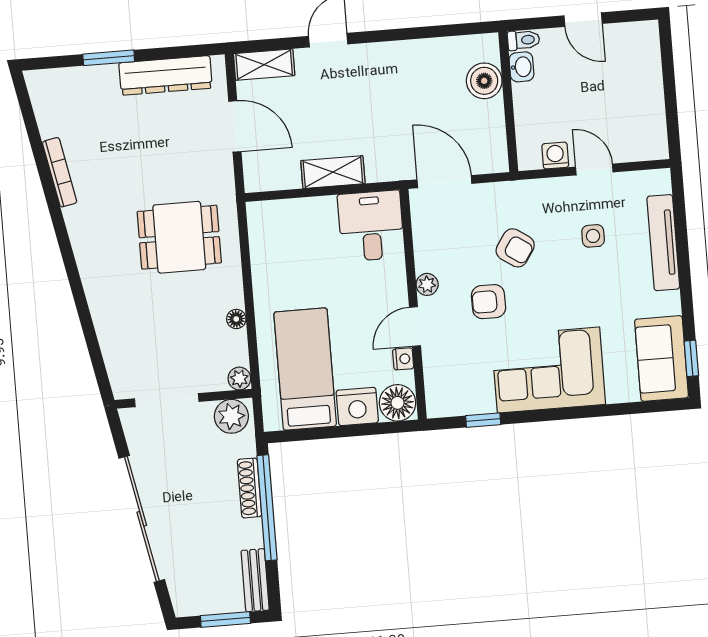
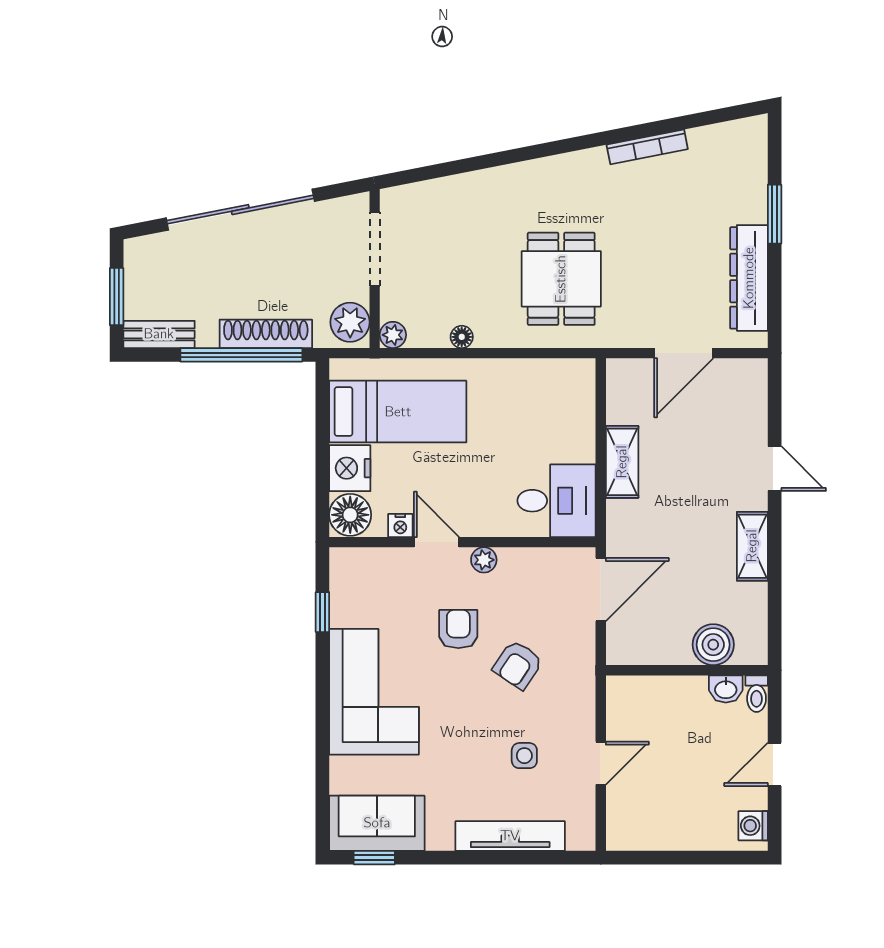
shelving: (264, 65) -> (752, 546), moved
washing machine: (555, 156) -> (753, 826), moved, turned 180
shoe rack: (250, 488) -> (266, 334), width x1.36, depth x1.24

